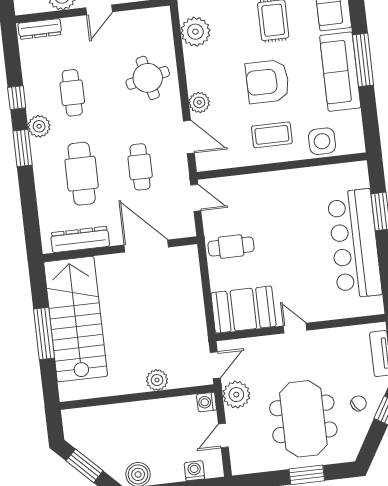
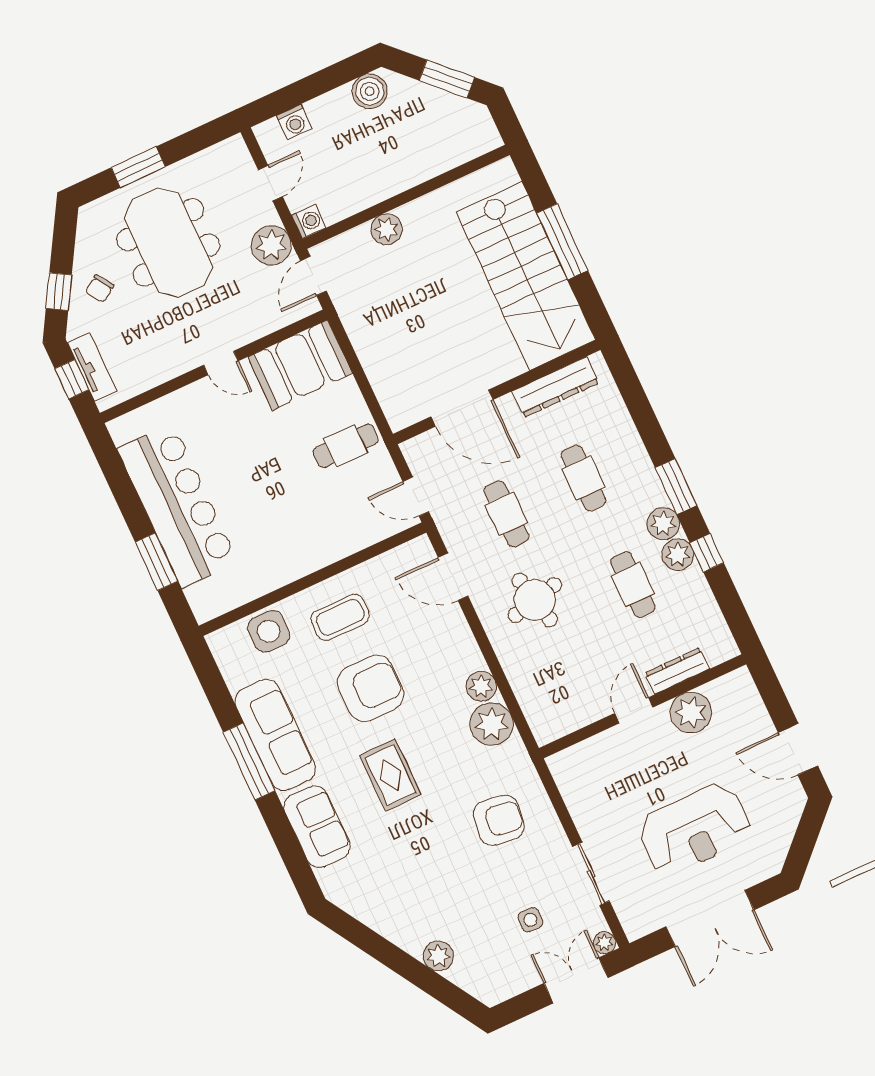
dresser: (40, 29) -> (677, 671), moved
round table: (148, 78) -> (535, 600), moved
plant: (199, 102) -> (481, 686), moved
plant: (36, 103) -> (678, 554), added
cafe table: (82, 174) -> (583, 478), width x0.73, depth x0.74

